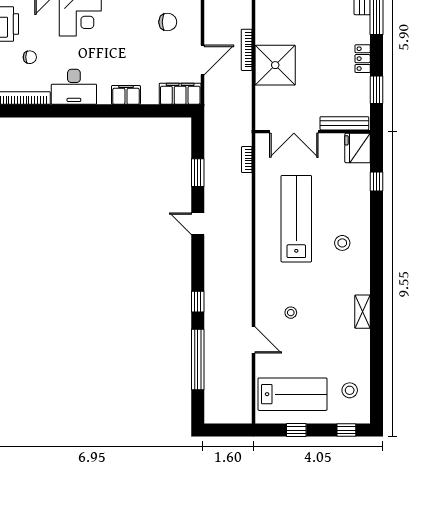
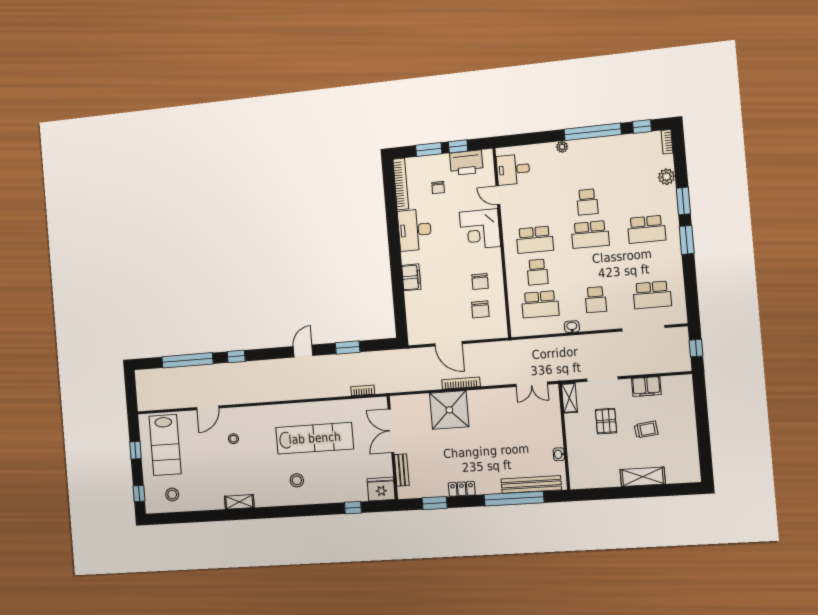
chair: (137, 20) -> (480, 281), added
filing cabinet: (180, 94) -> (416, 326), removed
bench: (344, 123) -> (402, 470), width x0.73

